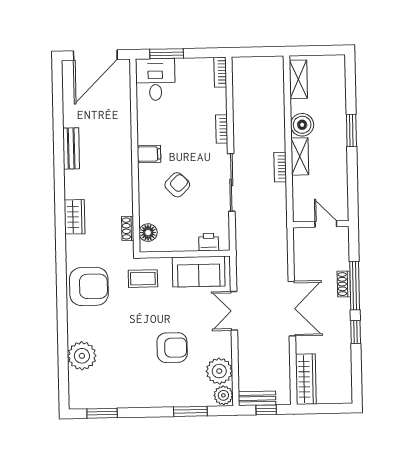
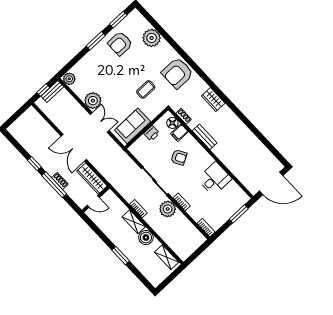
door: (95, 55) -> (271, 183), swing flipped
desk: (155, 79) -> (214, 179), moved, turned -90
plant: (246, 135) -> (168, 209), added
bench: (71, 148) -> (205, 137), moved
filing cabinet: (149, 154) -> (179, 133), moved
armchair: (177, 185) -> (179, 157), turned -74
printer: (209, 242) -> (152, 133), moved
coffee table: (143, 279) -> (146, 89), moved
armchair: (172, 348) -> (120, 44), moved
plant: (219, 371) -> (93, 101), moved
wardrobe: (306, 379) -> (92, 179), moved
window: (190, 411) -> (96, 41), moved

